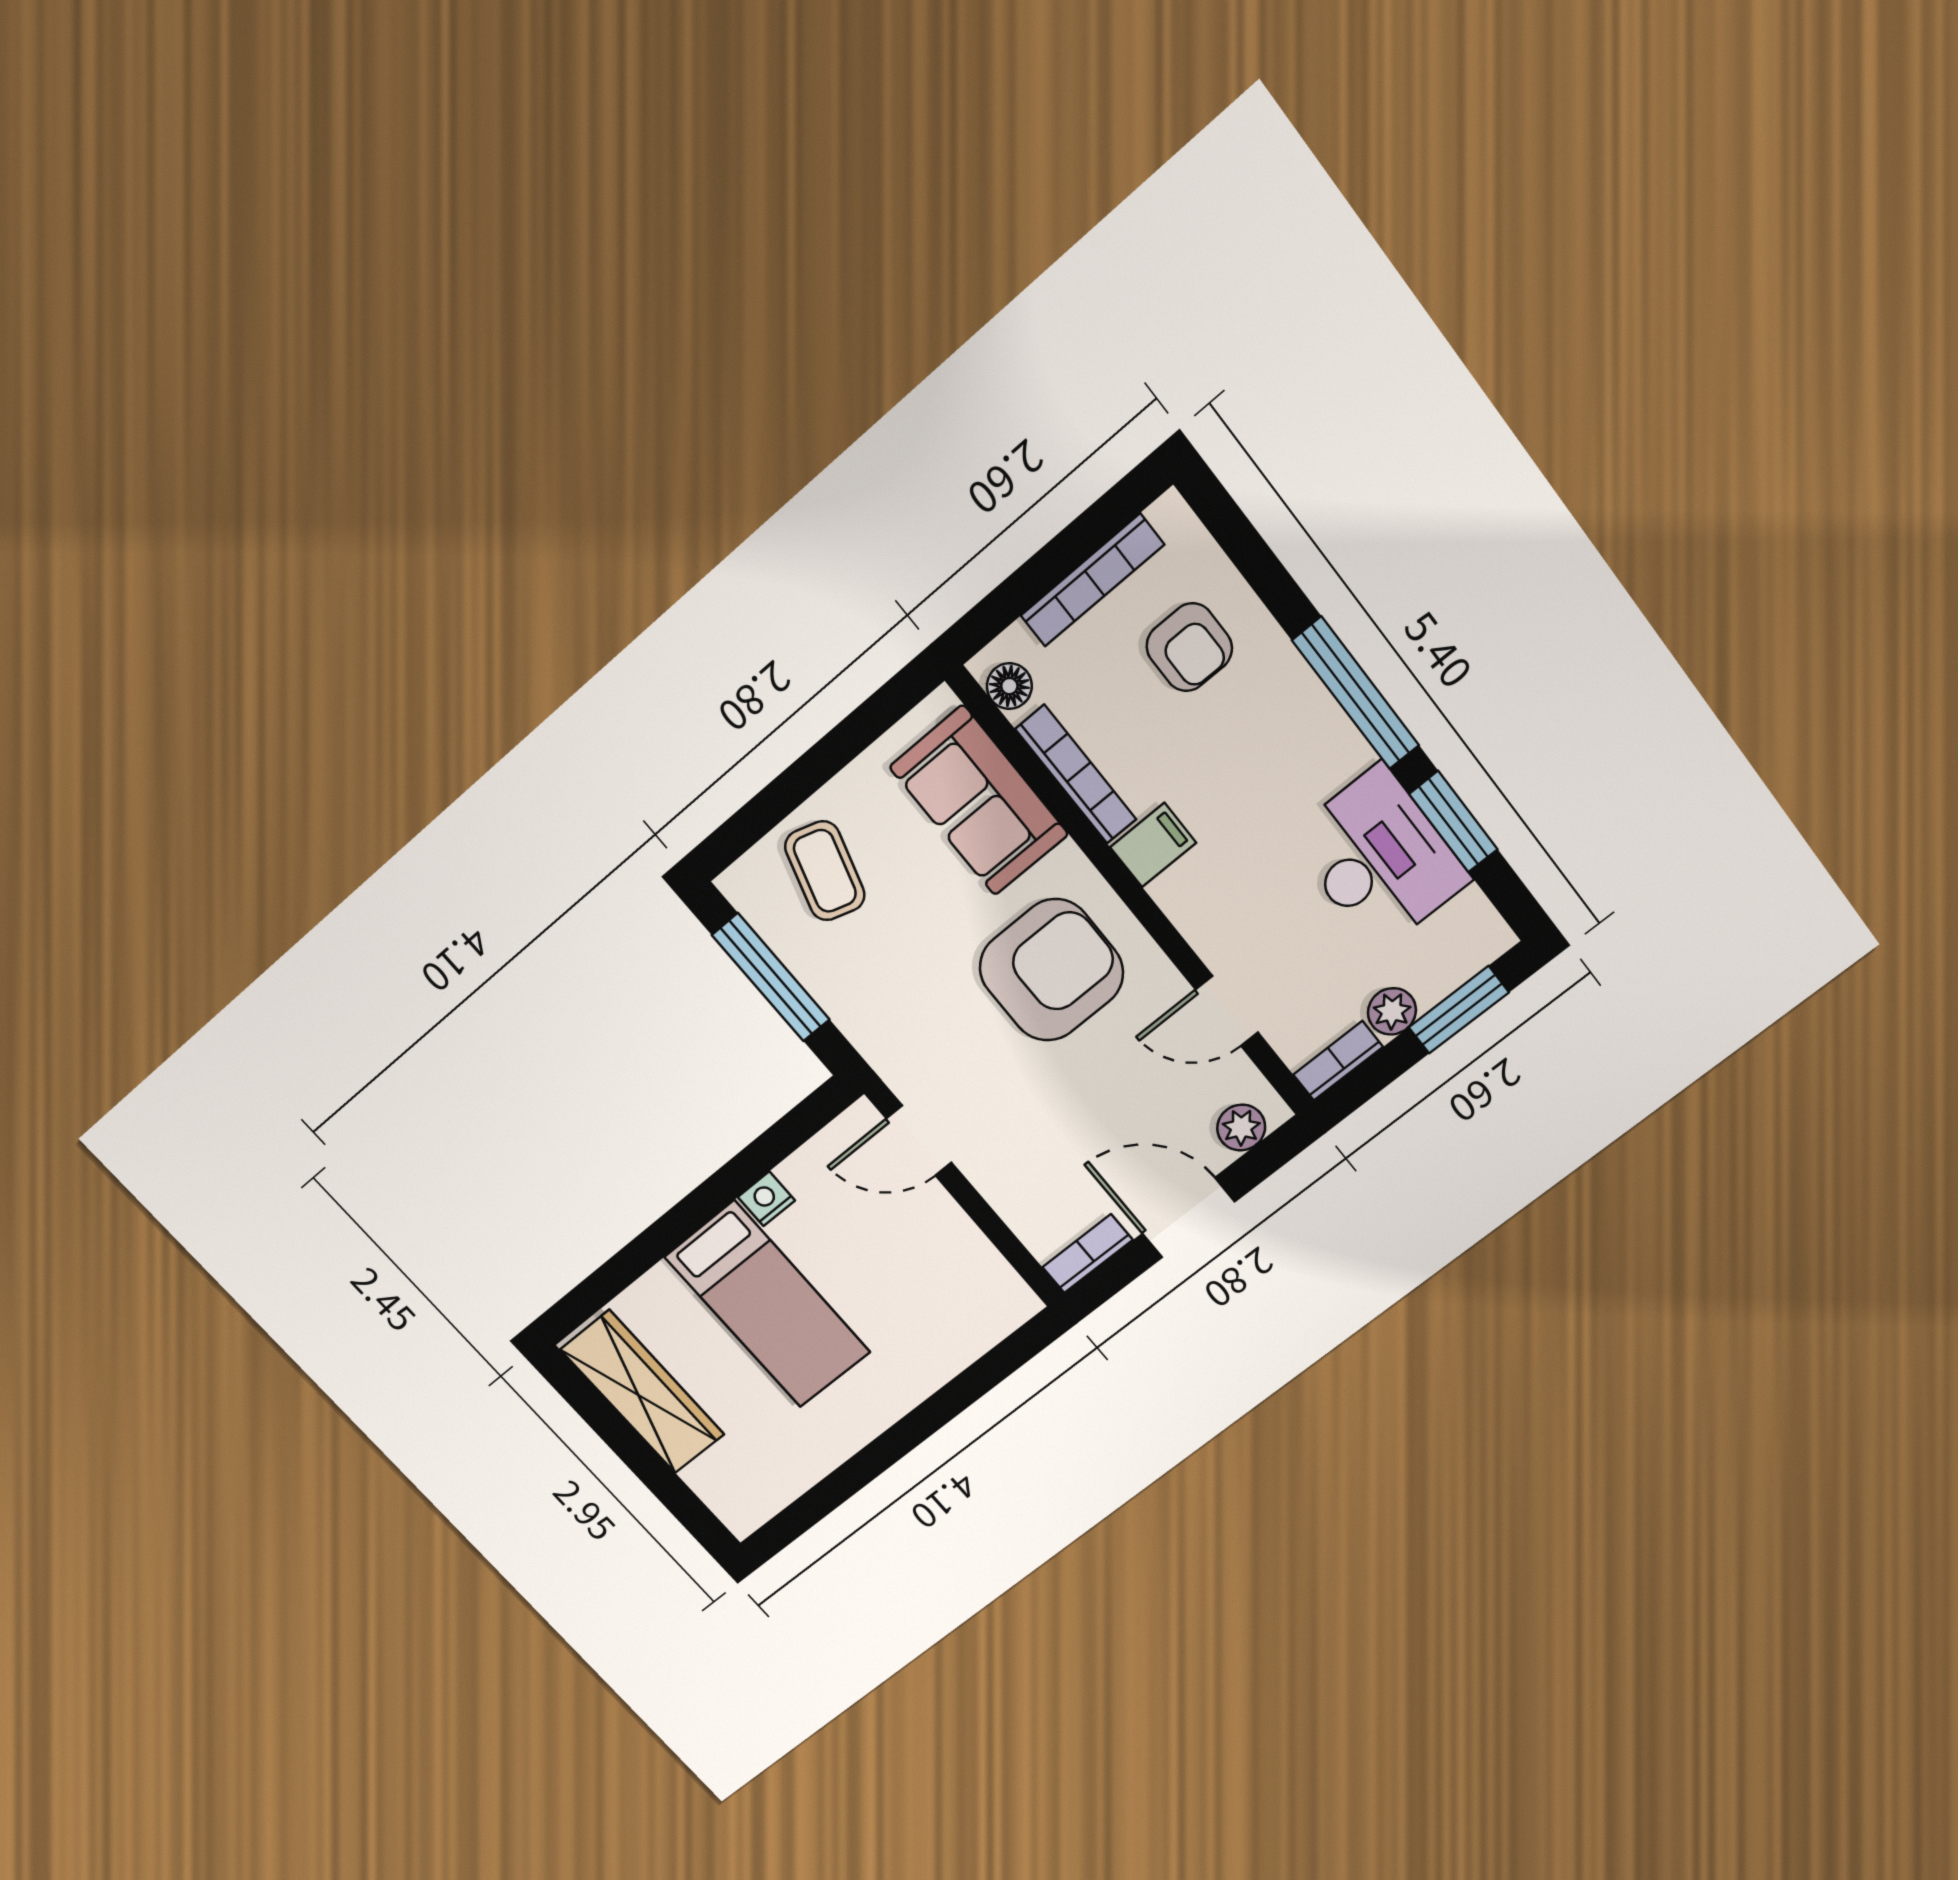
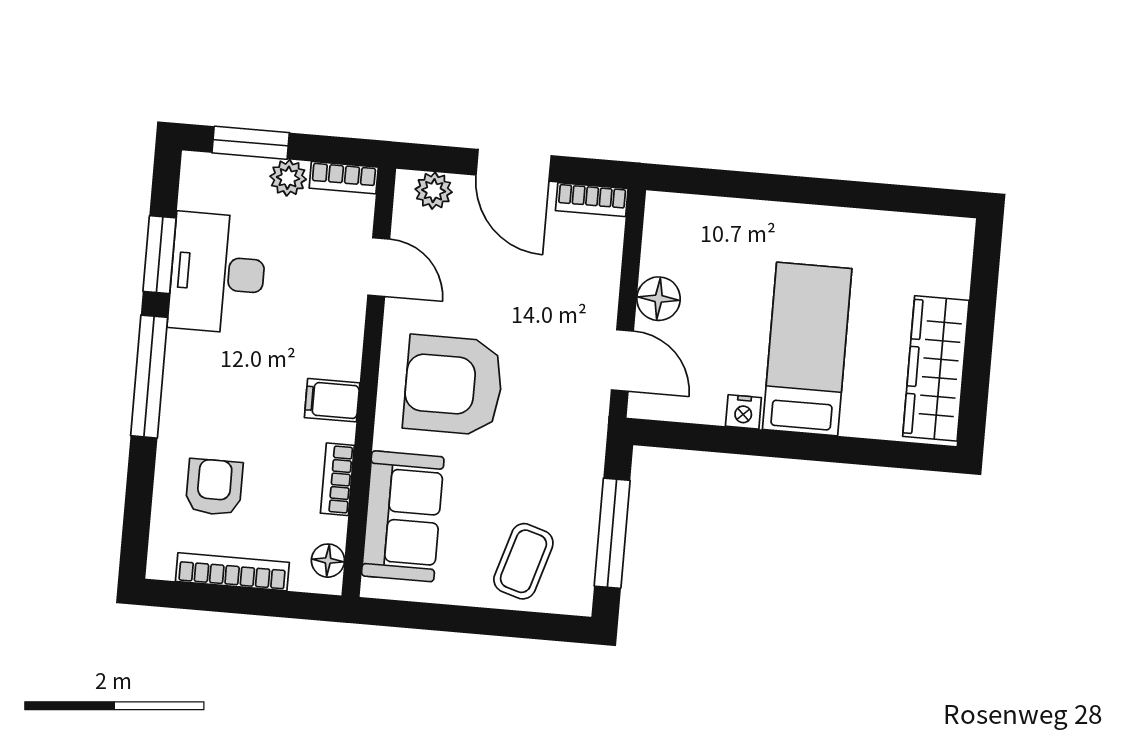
bookcase: (1076, 774) -> (337, 479), width x0.64
floor lamp: (942, 1225) -> (659, 299), added

